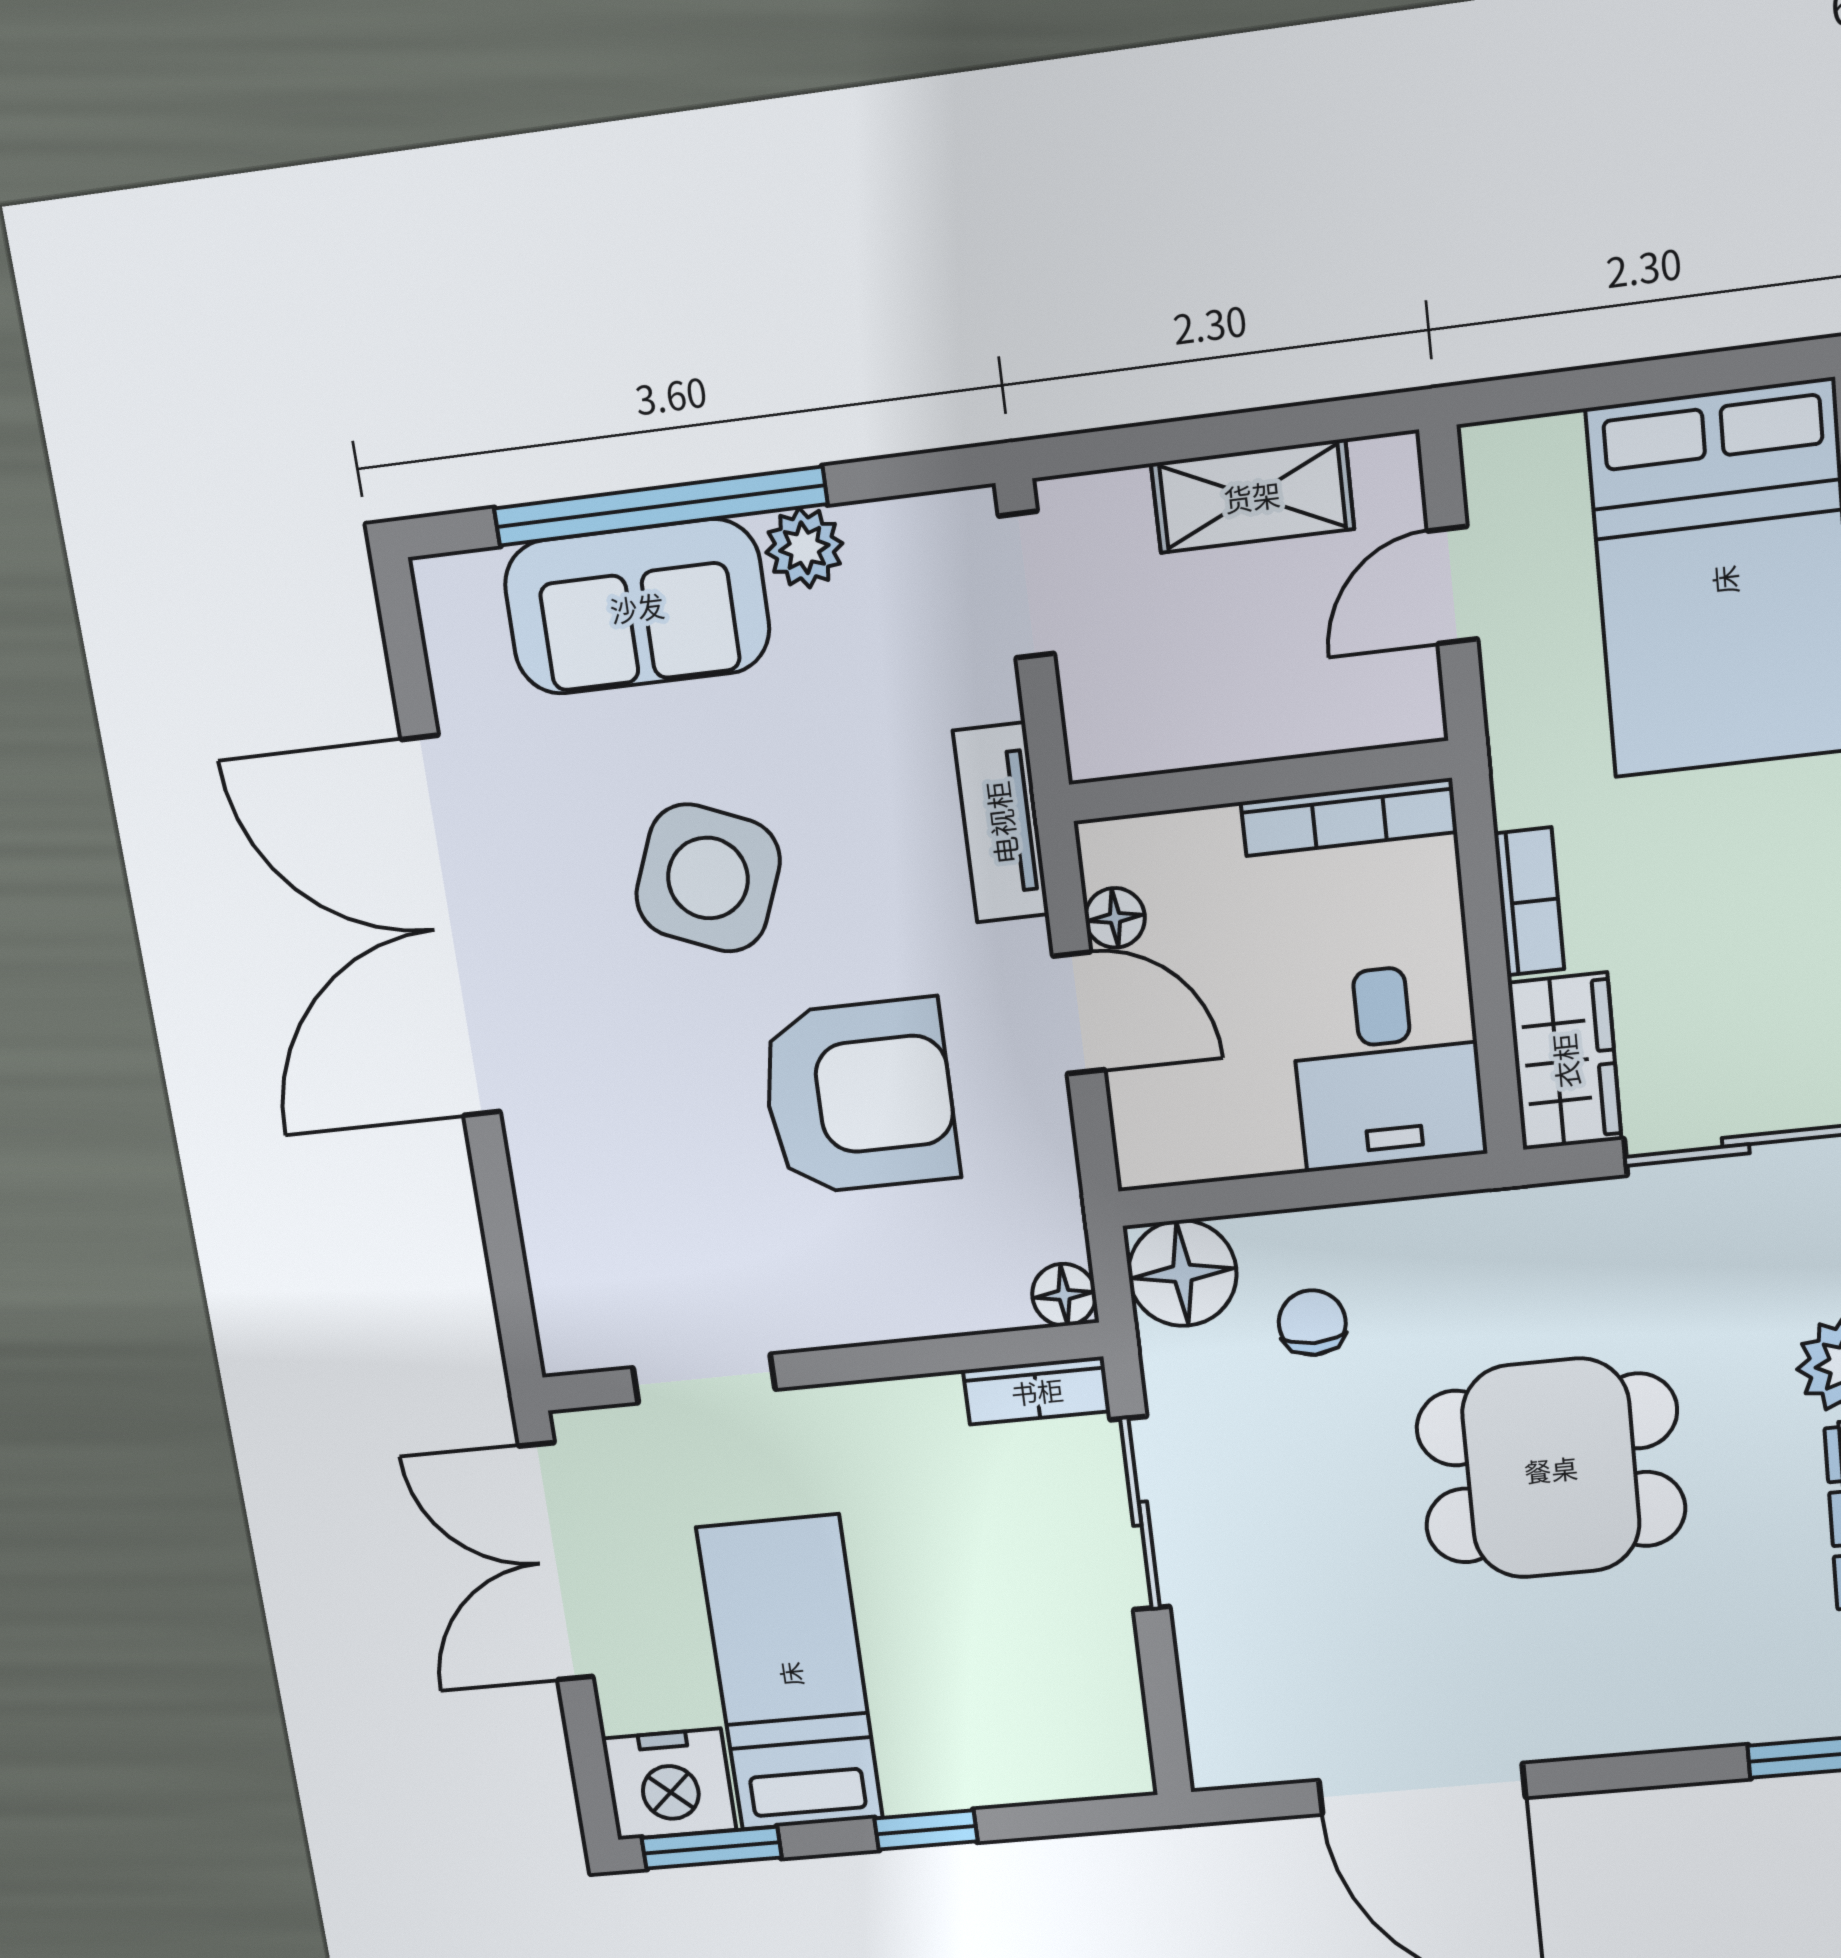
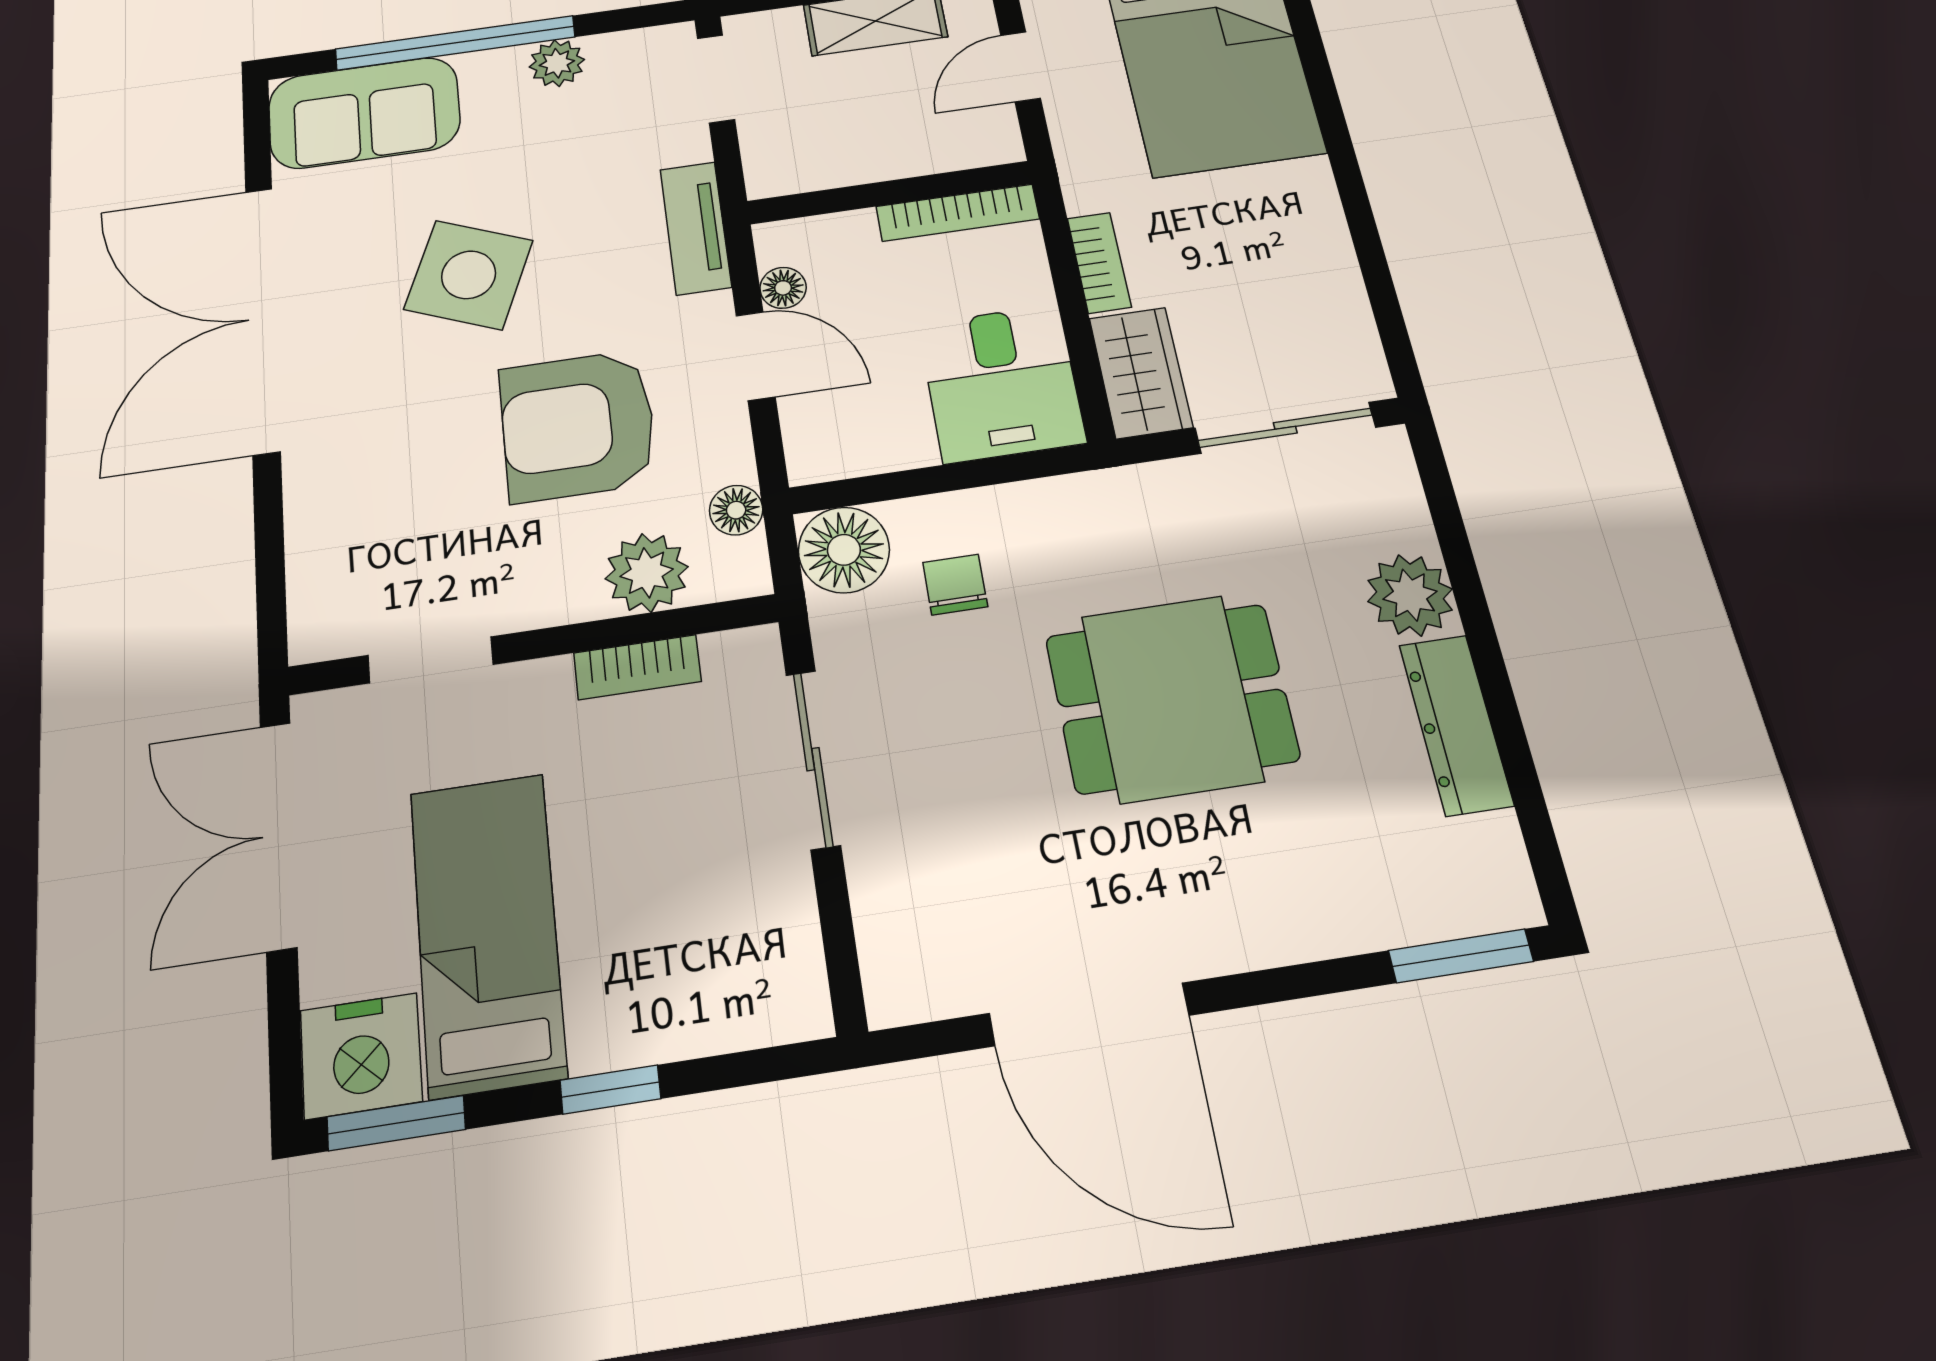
sofa: (637, 607) -> (364, 113), moved
armchair: (859, 1097) -> (578, 425), turned 180
plant: (949, 1289) -> (647, 573), added
floor lamp: (1064, 1295) -> (736, 510), moved
bookcase: (1037, 1391) -> (637, 667), moved

